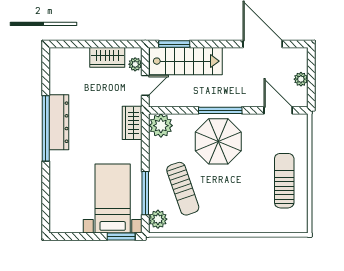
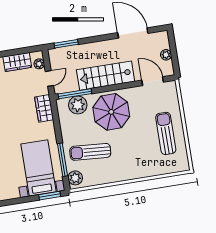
stairs: (186, 61) -> (106, 76), moved, turned 180
window: (220, 110) -> (75, 94), moved
plant: (161, 126) -> (78, 105), moved
sun lounger: (183, 189) -> (90, 152), turned 113

